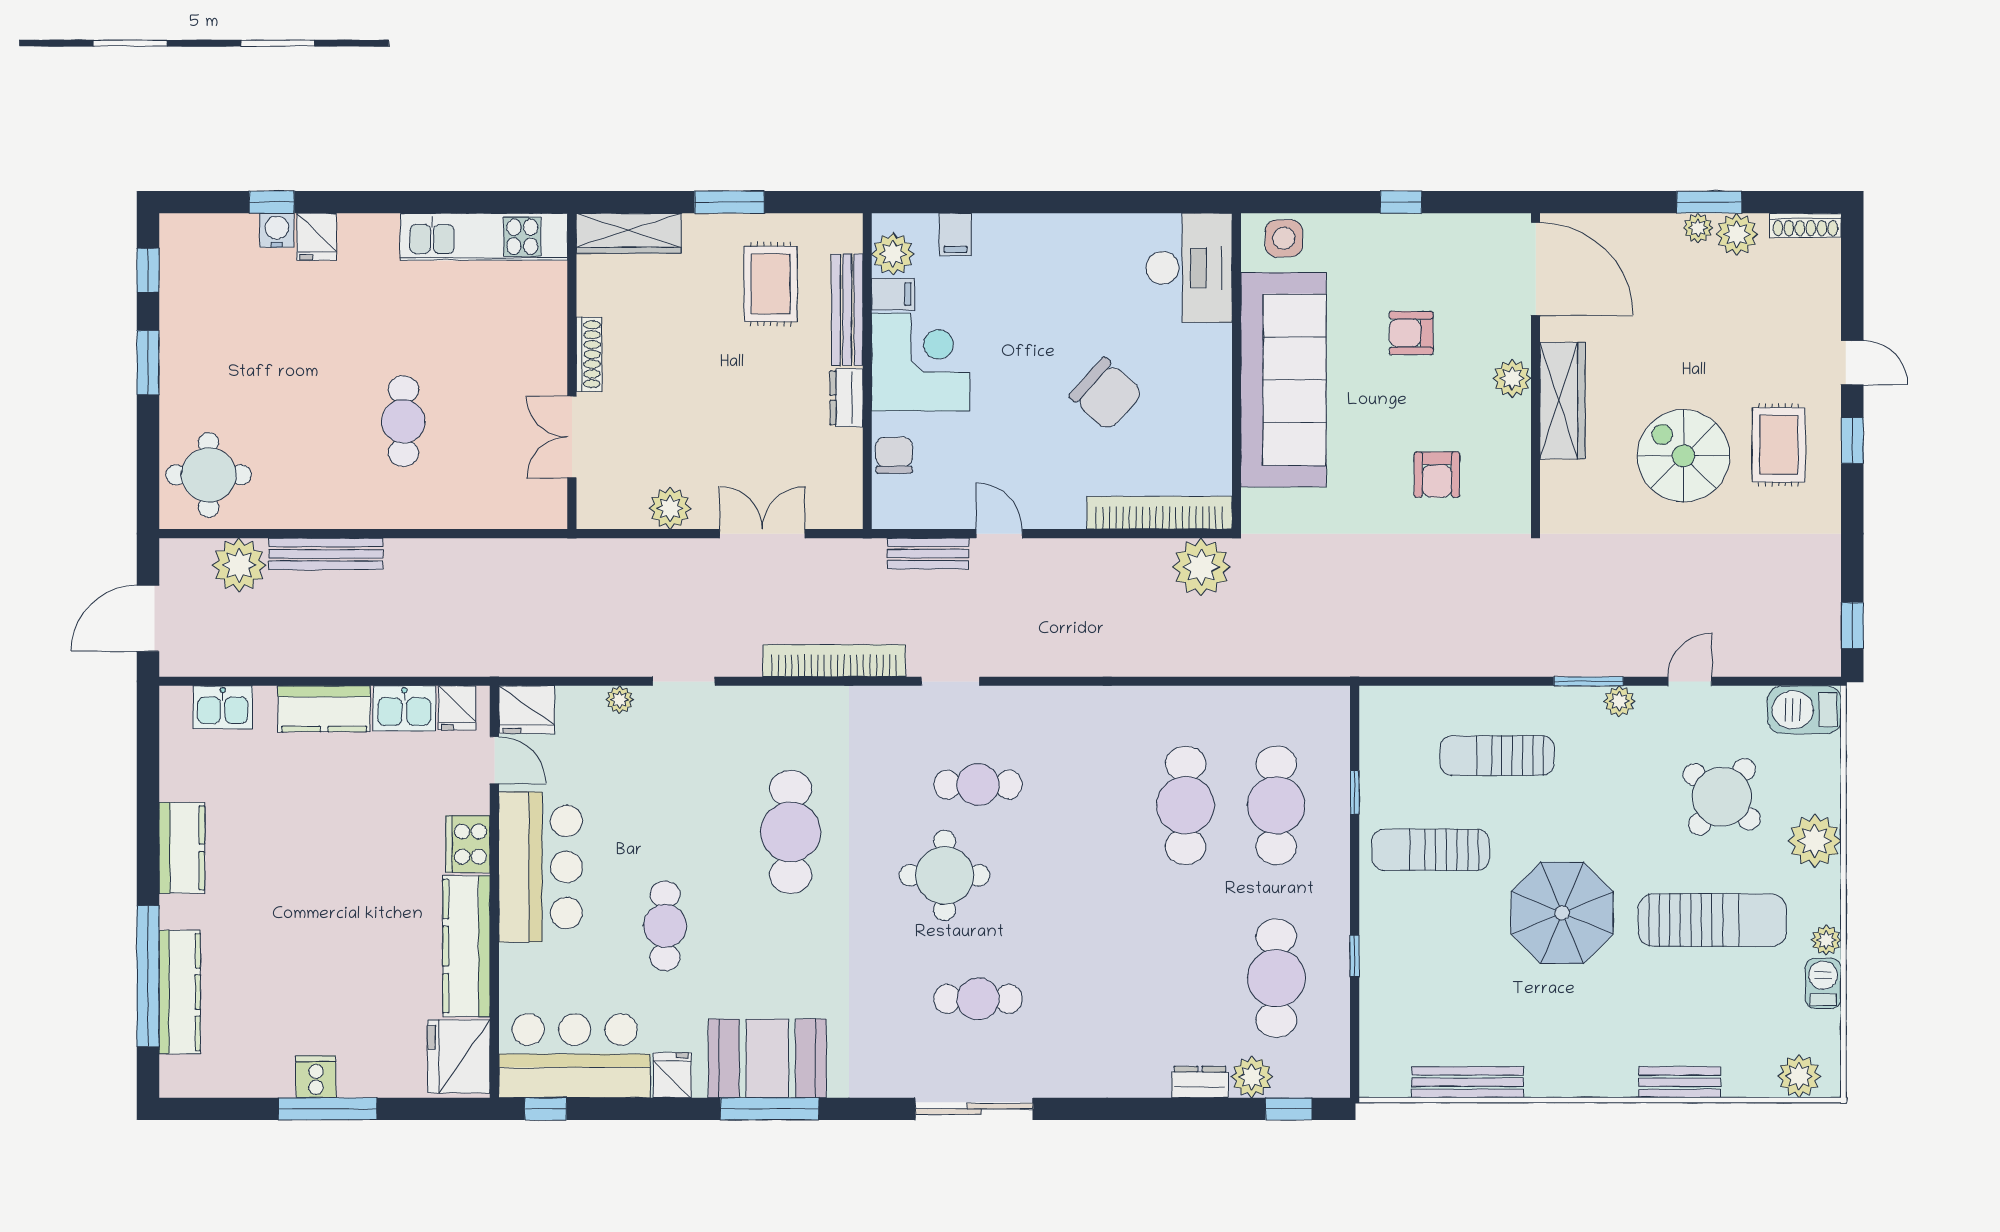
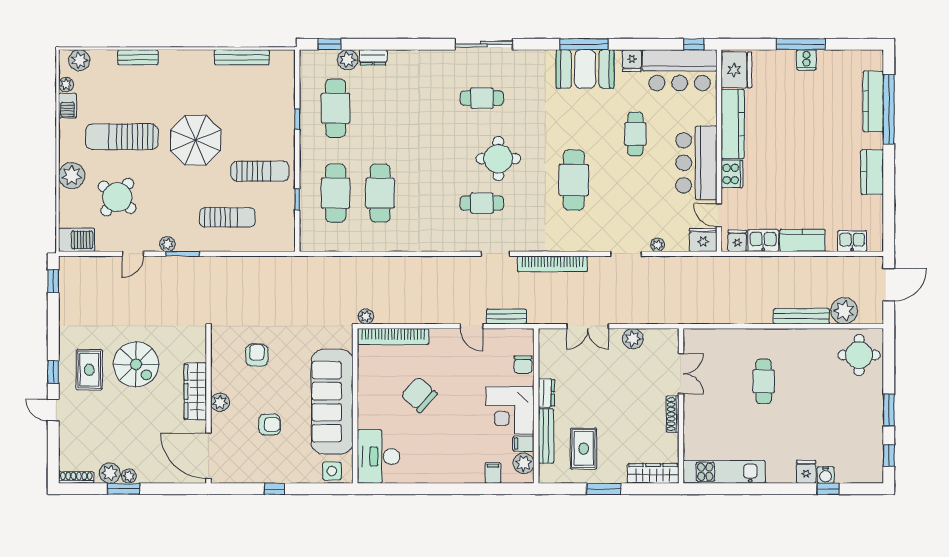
plant: (1201, 567) -> (366, 316), width x0.53, depth x0.53
plant: (1826, 940) -> (66, 84), moved

